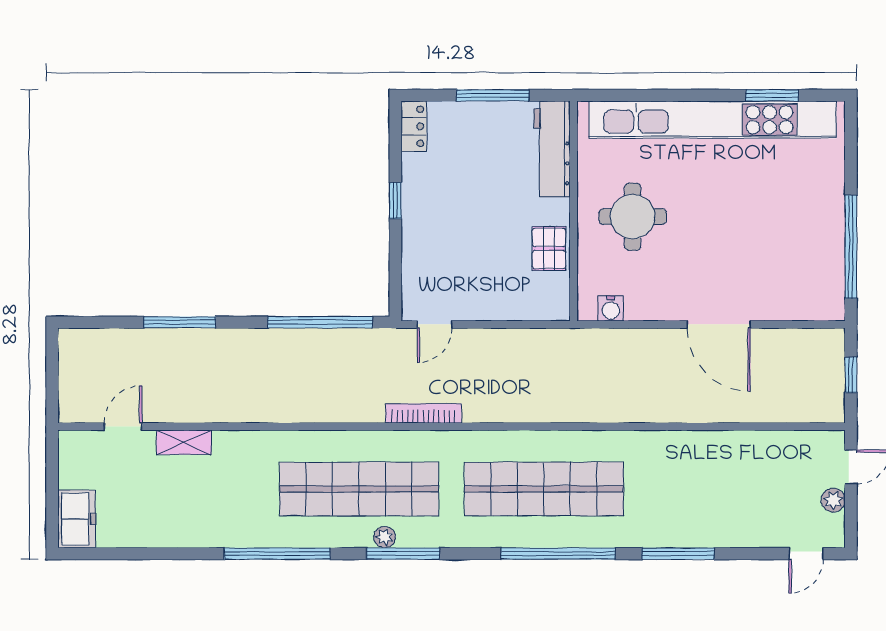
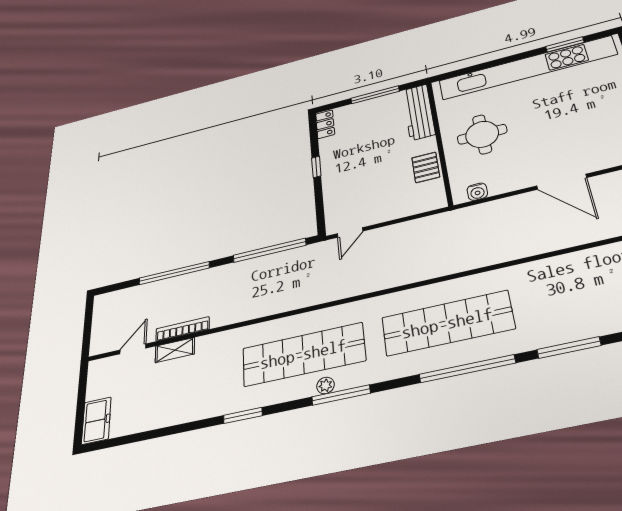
window: (180, 322) -> (174, 273), width x1.46
bookcase: (423, 413) -> (183, 329), moved
window: (277, 554) -> (243, 415), width x0.47

